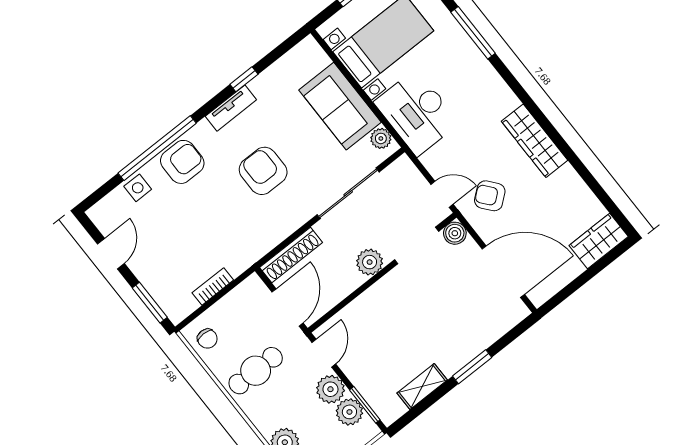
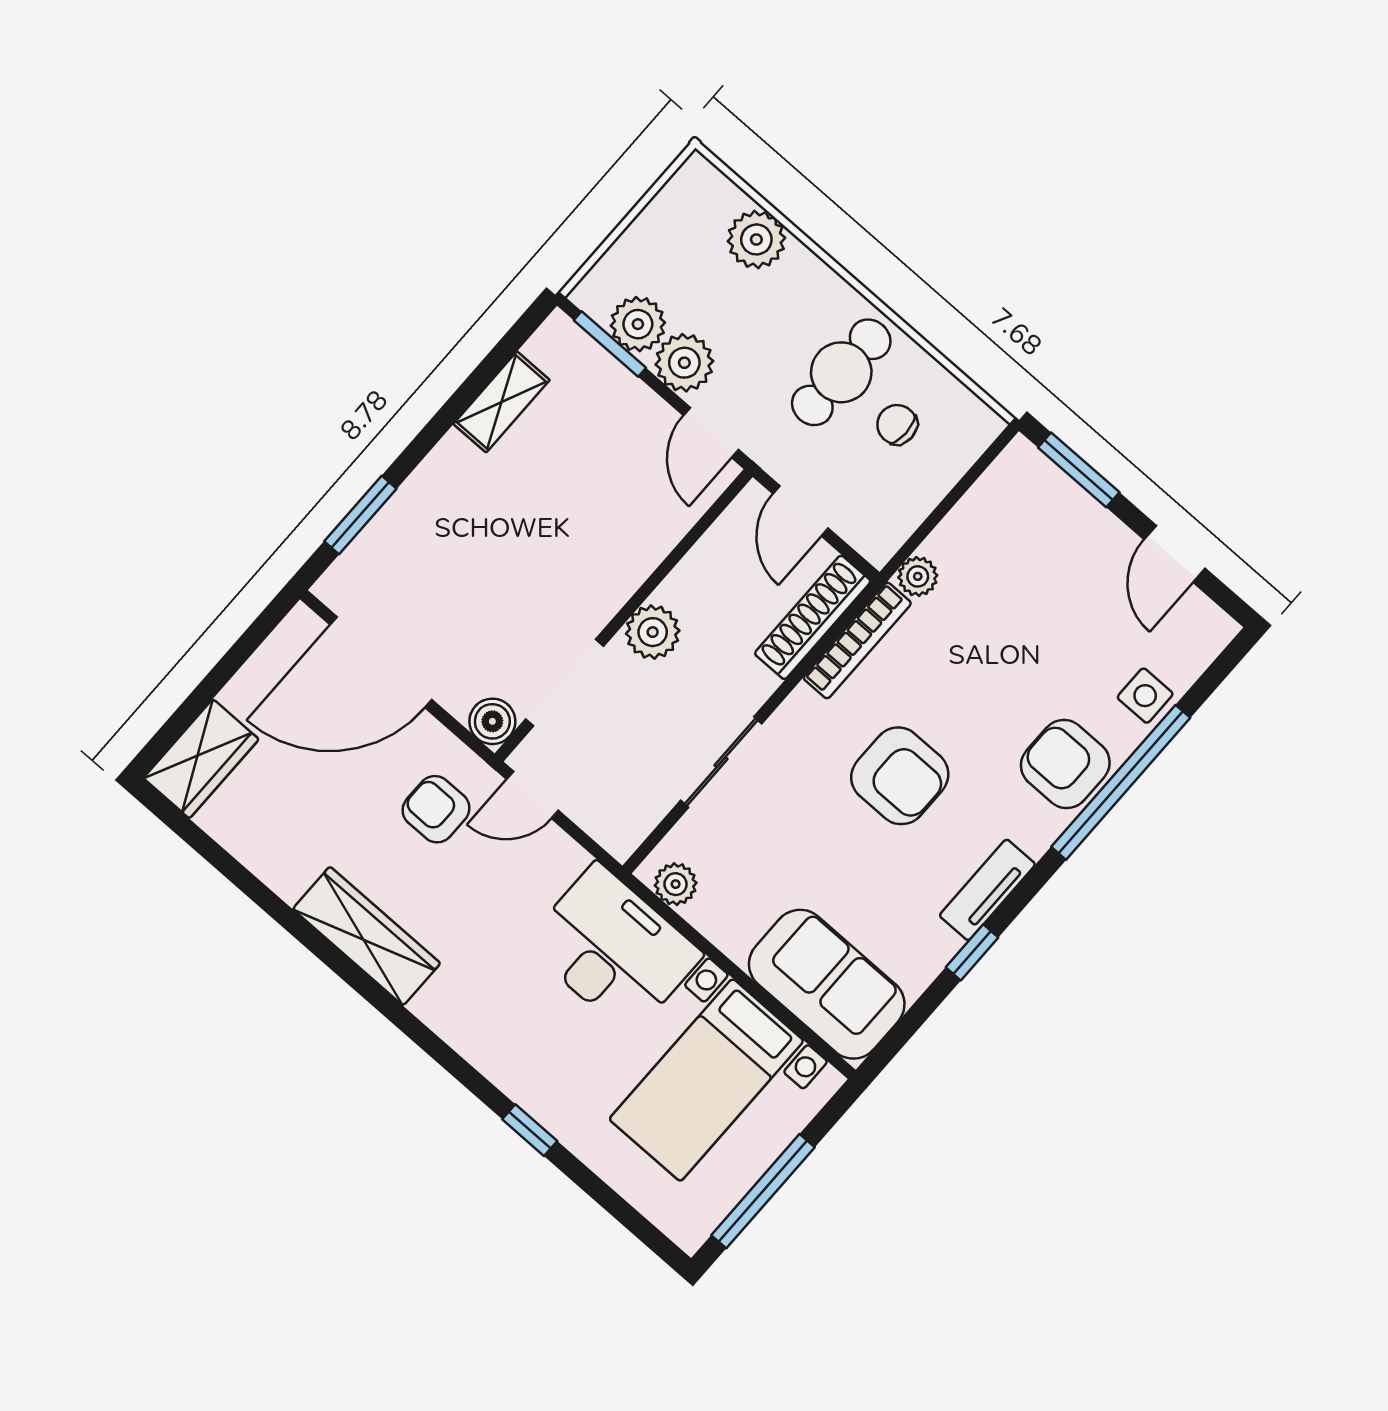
window: (473, 33) -> (530, 1130), width x0.46
sofa: (340, 106) -> (827, 984), moved
armchair: (182, 162) -> (1065, 764), turned 90
sliding door: (348, 193) -> (721, 762), width x0.73
armchair: (490, 196) -> (436, 809), turned -141
plant: (237, 265) -> (918, 576), added
bookcase: (213, 286) -> (857, 641), moved, width x1.56
door: (288, 307) -> (801, 511), width x0.73
chair: (207, 339) -> (897, 425), moved
window: (472, 367) -> (360, 515), moved

